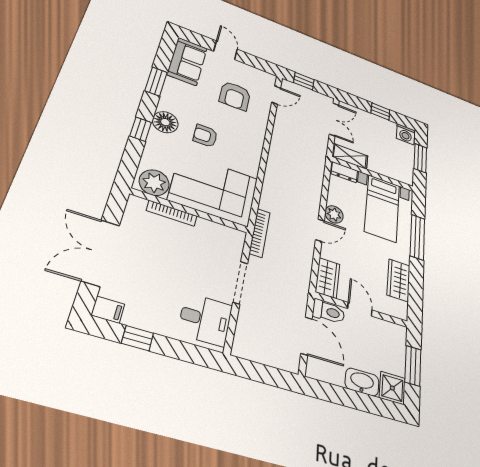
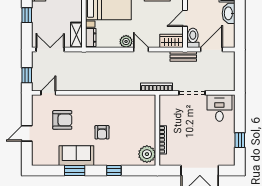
sofa: (187, 61) -> (76, 156), moved
door: (276, 95) -> (48, 93), hinge flipped
floor lamp: (165, 122) -> (103, 158), removed
corner sofa: (214, 189) -> (138, 120), removed
bench: (302, 288) -> (183, 56), added
filing cabinet: (108, 310) -> (229, 158), removed

